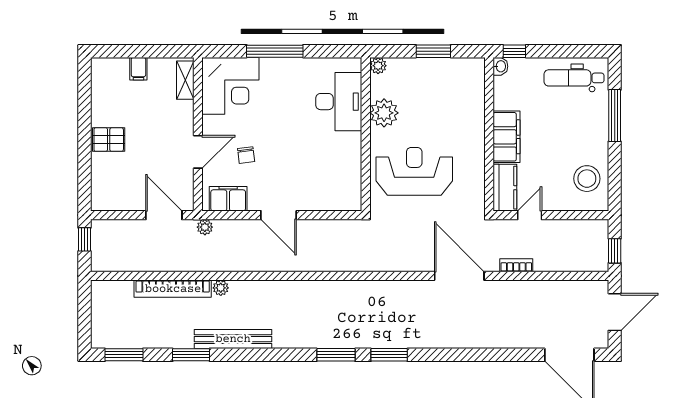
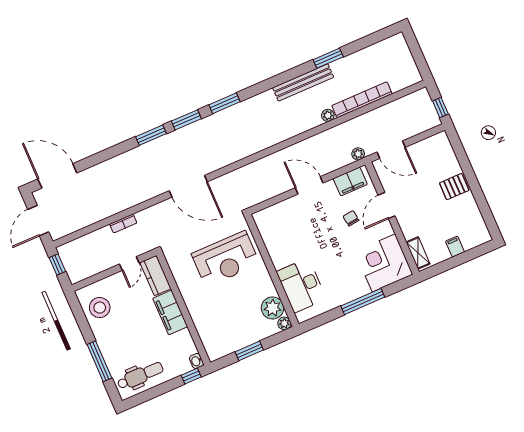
plant: (384, 113) -> (273, 308), moved
door: (459, 276) -> (188, 186), moved
window: (124, 355) -> (151, 135), moved

